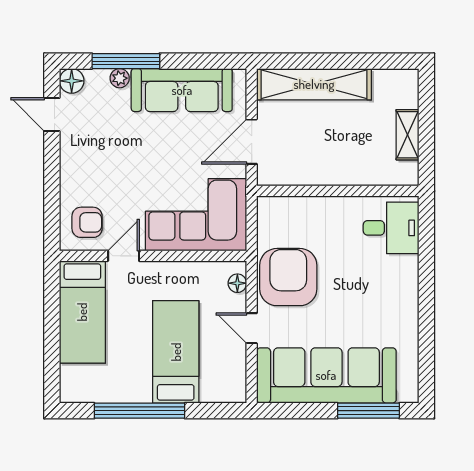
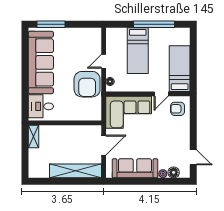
window: (126, 61) -> (160, 181), removed
floor lamp: (72, 81) -> (174, 172), moved
shelving: (408, 135) -> (33, 137), moved
door: (252, 328) -> (104, 61), swing flipped
sofa: (326, 375) -> (41, 62), moved, turned -90

